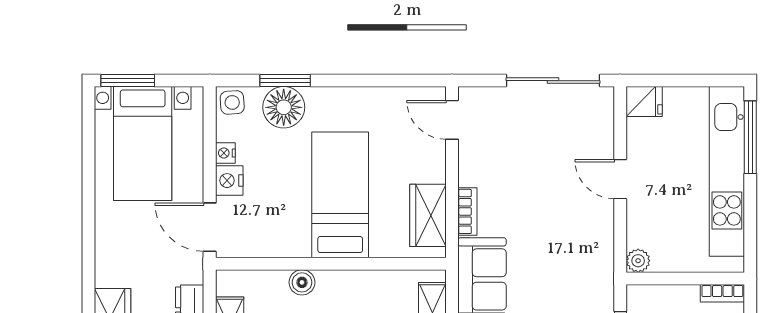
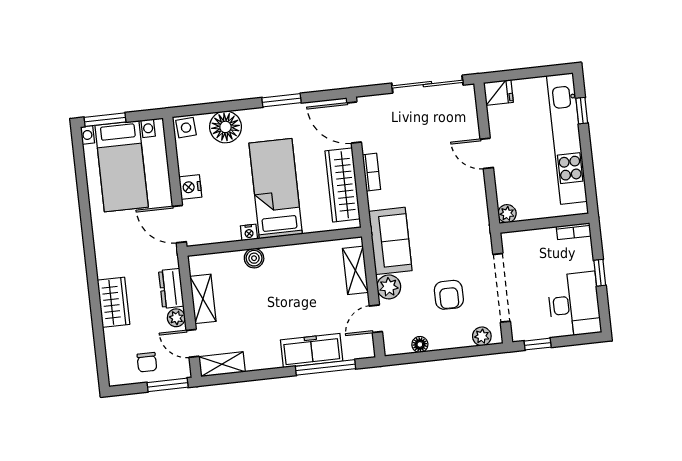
window: (285, 81) -> (282, 100), moved
door: (452, 120) -> (354, 122), width x1.38
window: (750, 137) -> (582, 111), width x0.46
nightstand: (225, 153) -> (249, 232), moved, turned -90
bookcase: (467, 211) -> (371, 172), moved
wardrobe: (428, 215) -> (343, 185), width x1.50

